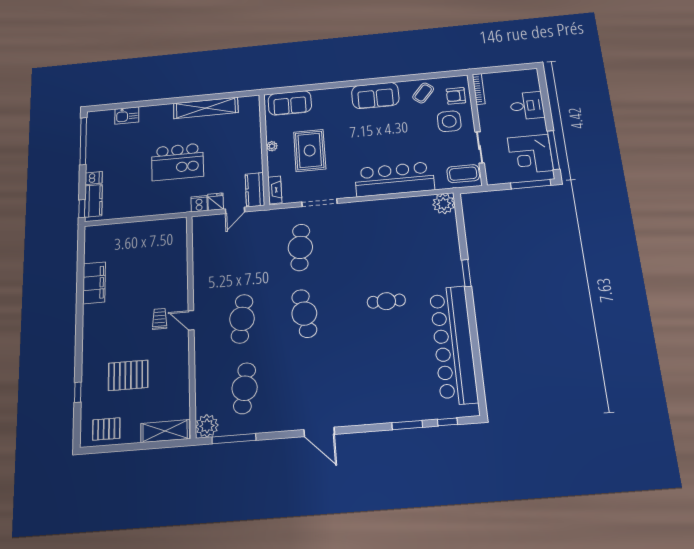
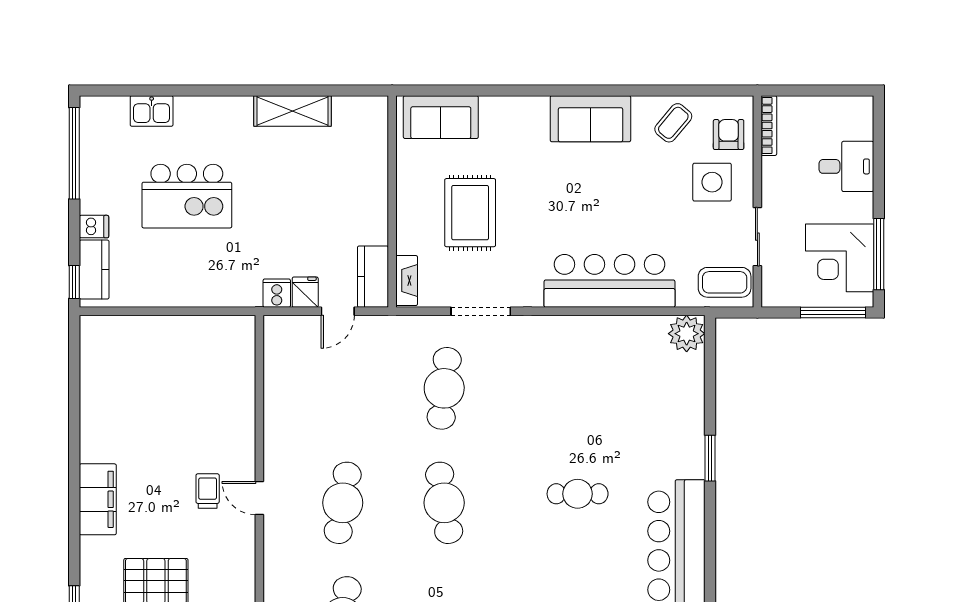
armchair: (456, 96) -> (729, 135), turned 90
shelving: (206, 108) -> (292, 111), width x0.68
plant: (272, 146) -> (406, 198), removed
kitchen island: (178, 162) -> (187, 196), moved
filing cabinet: (94, 283) -> (98, 499), moved

